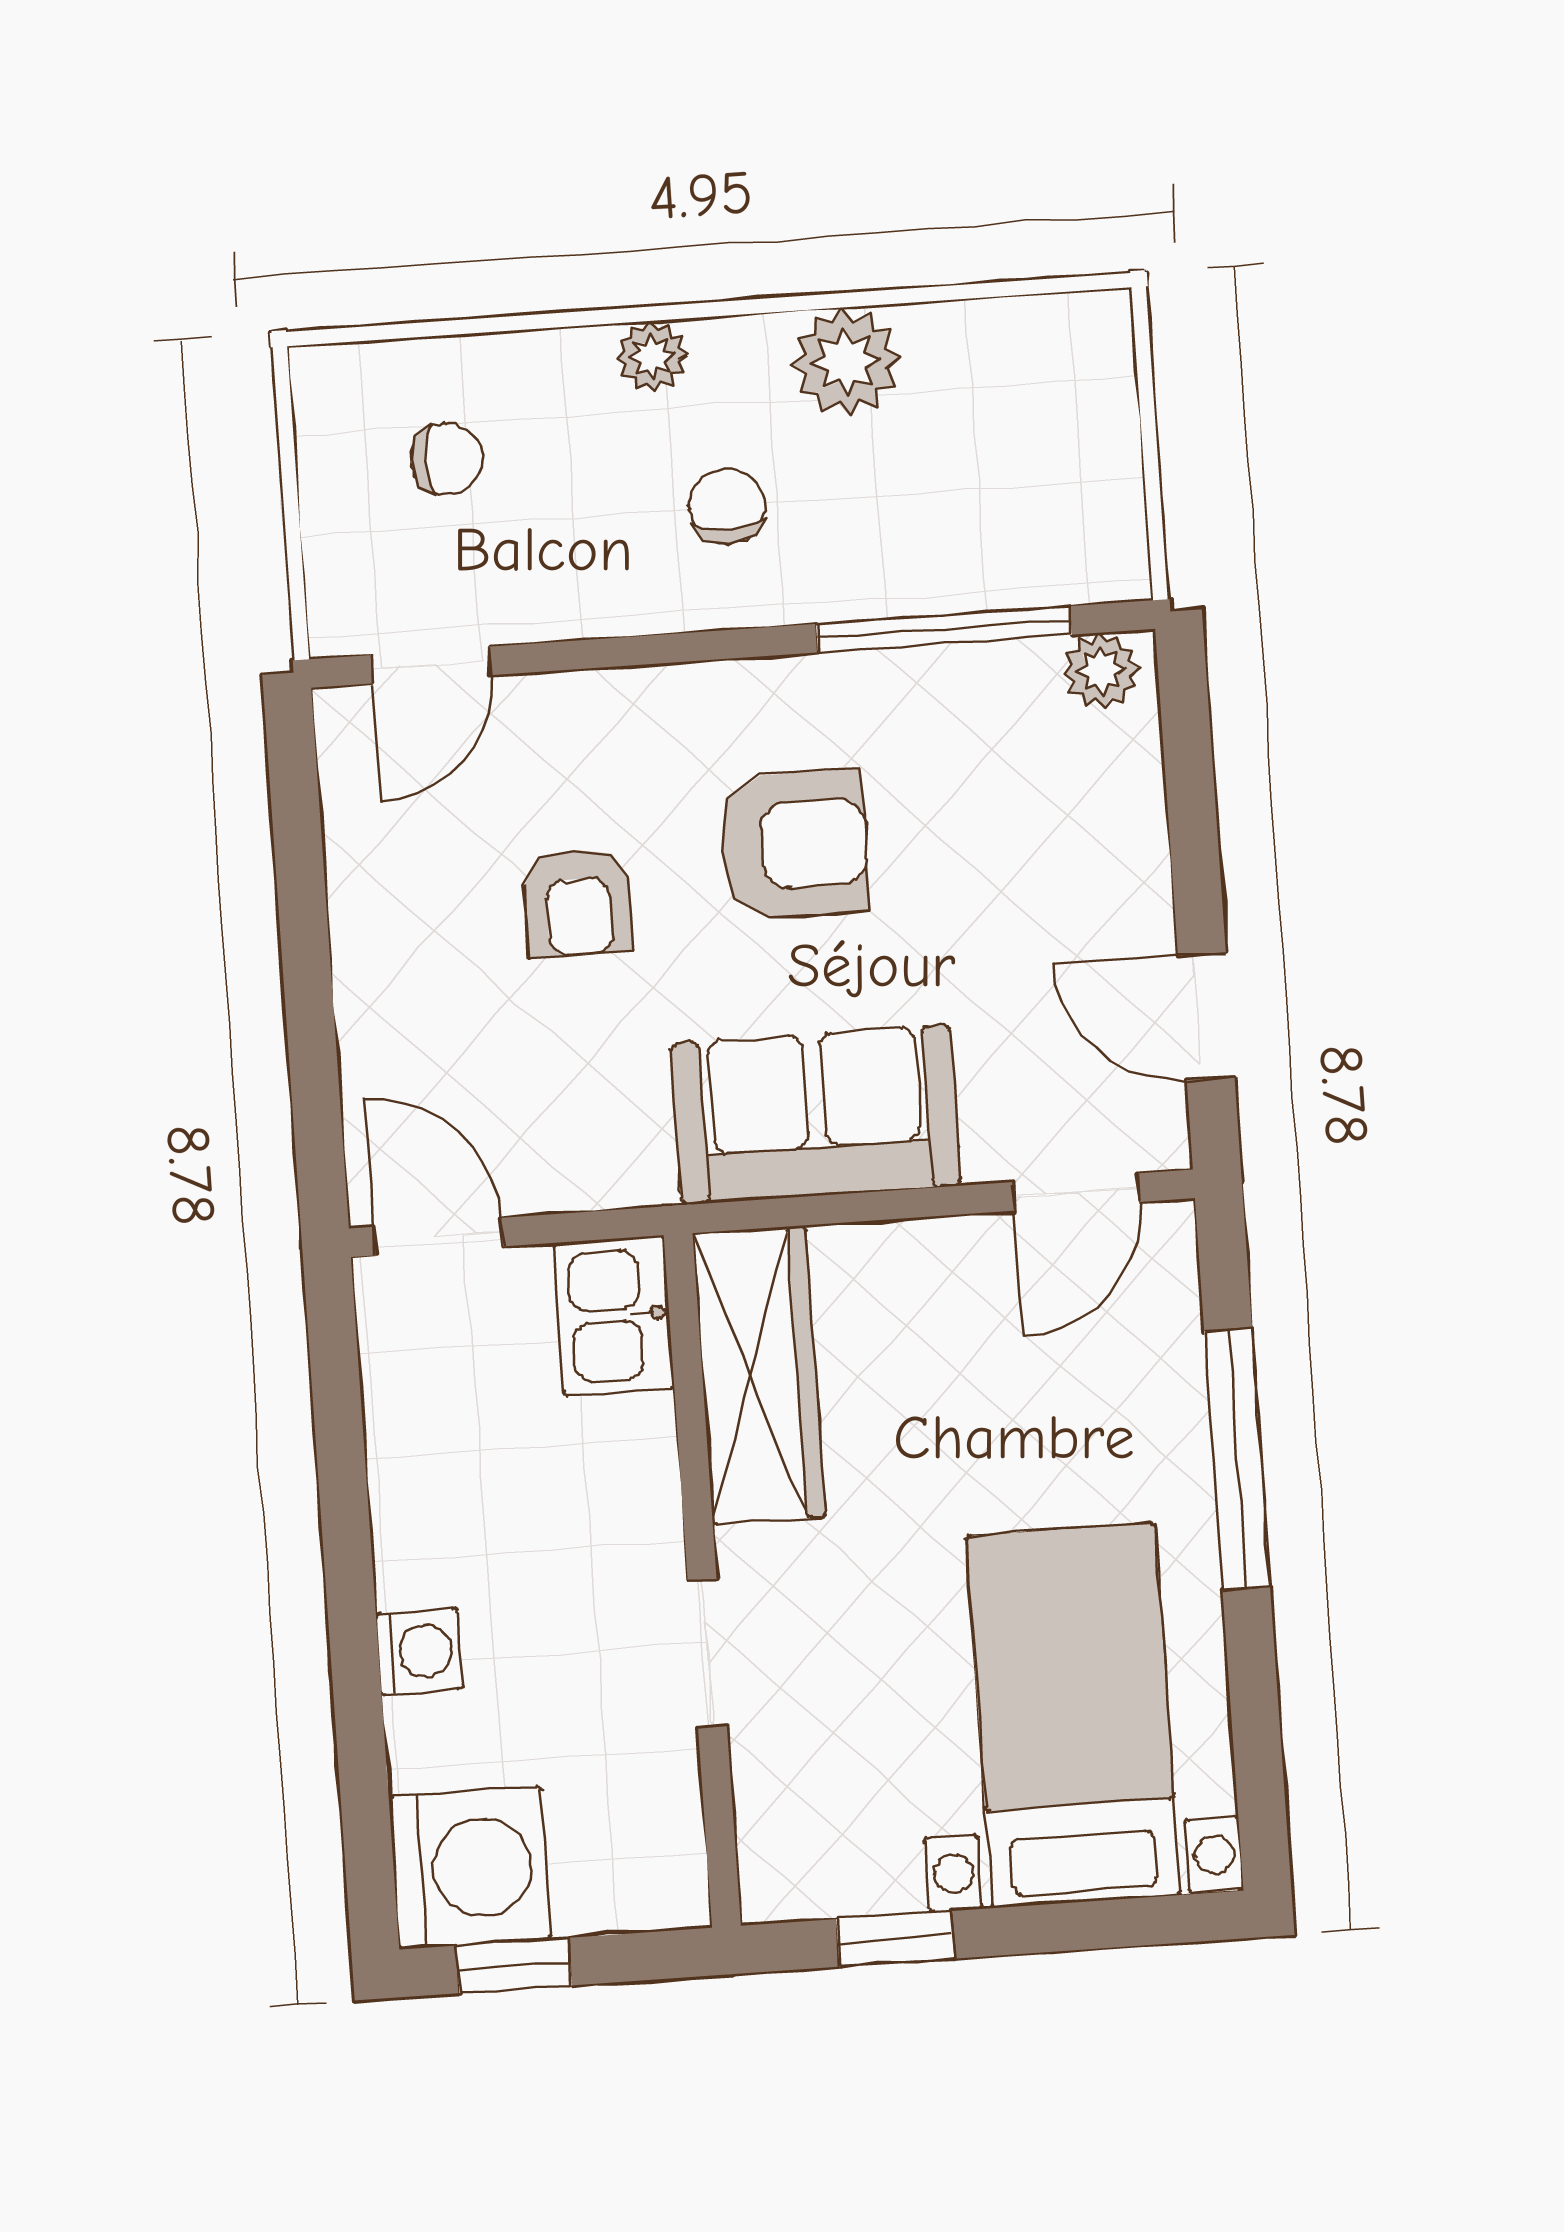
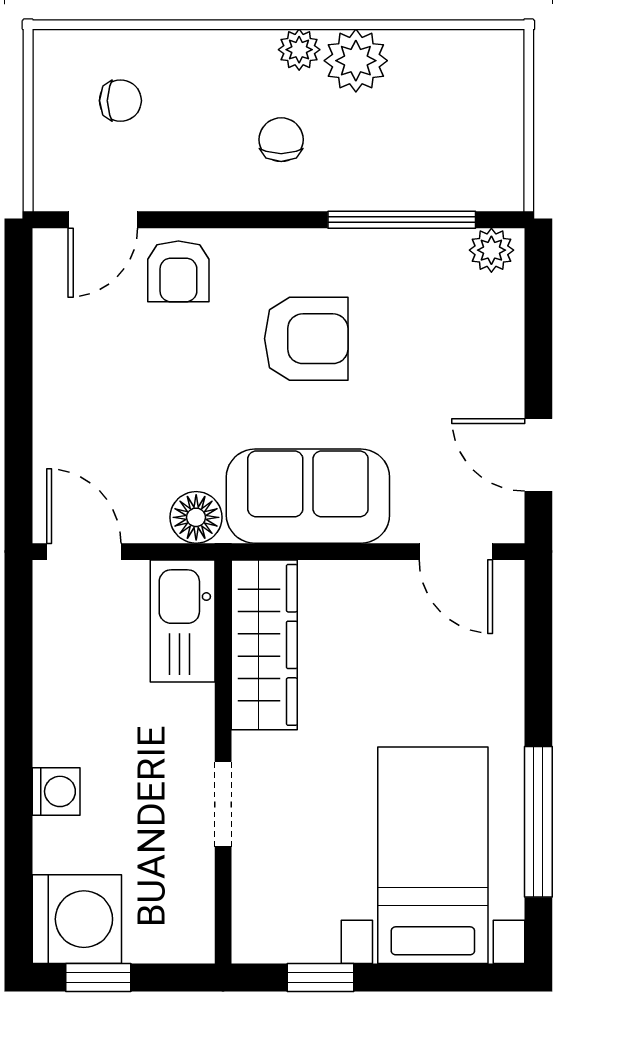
plant: (652, 356) -> (299, 50), moved
armchair: (578, 902) -> (178, 271), moved
floor lamp: (626, 1164) -> (196, 517), added
door: (1076, 1192) -> (456, 552), hinge flipped
kitchen sink: (614, 1315) -> (183, 621), width x1.38
window: (1237, 1459) -> (538, 822), moved

